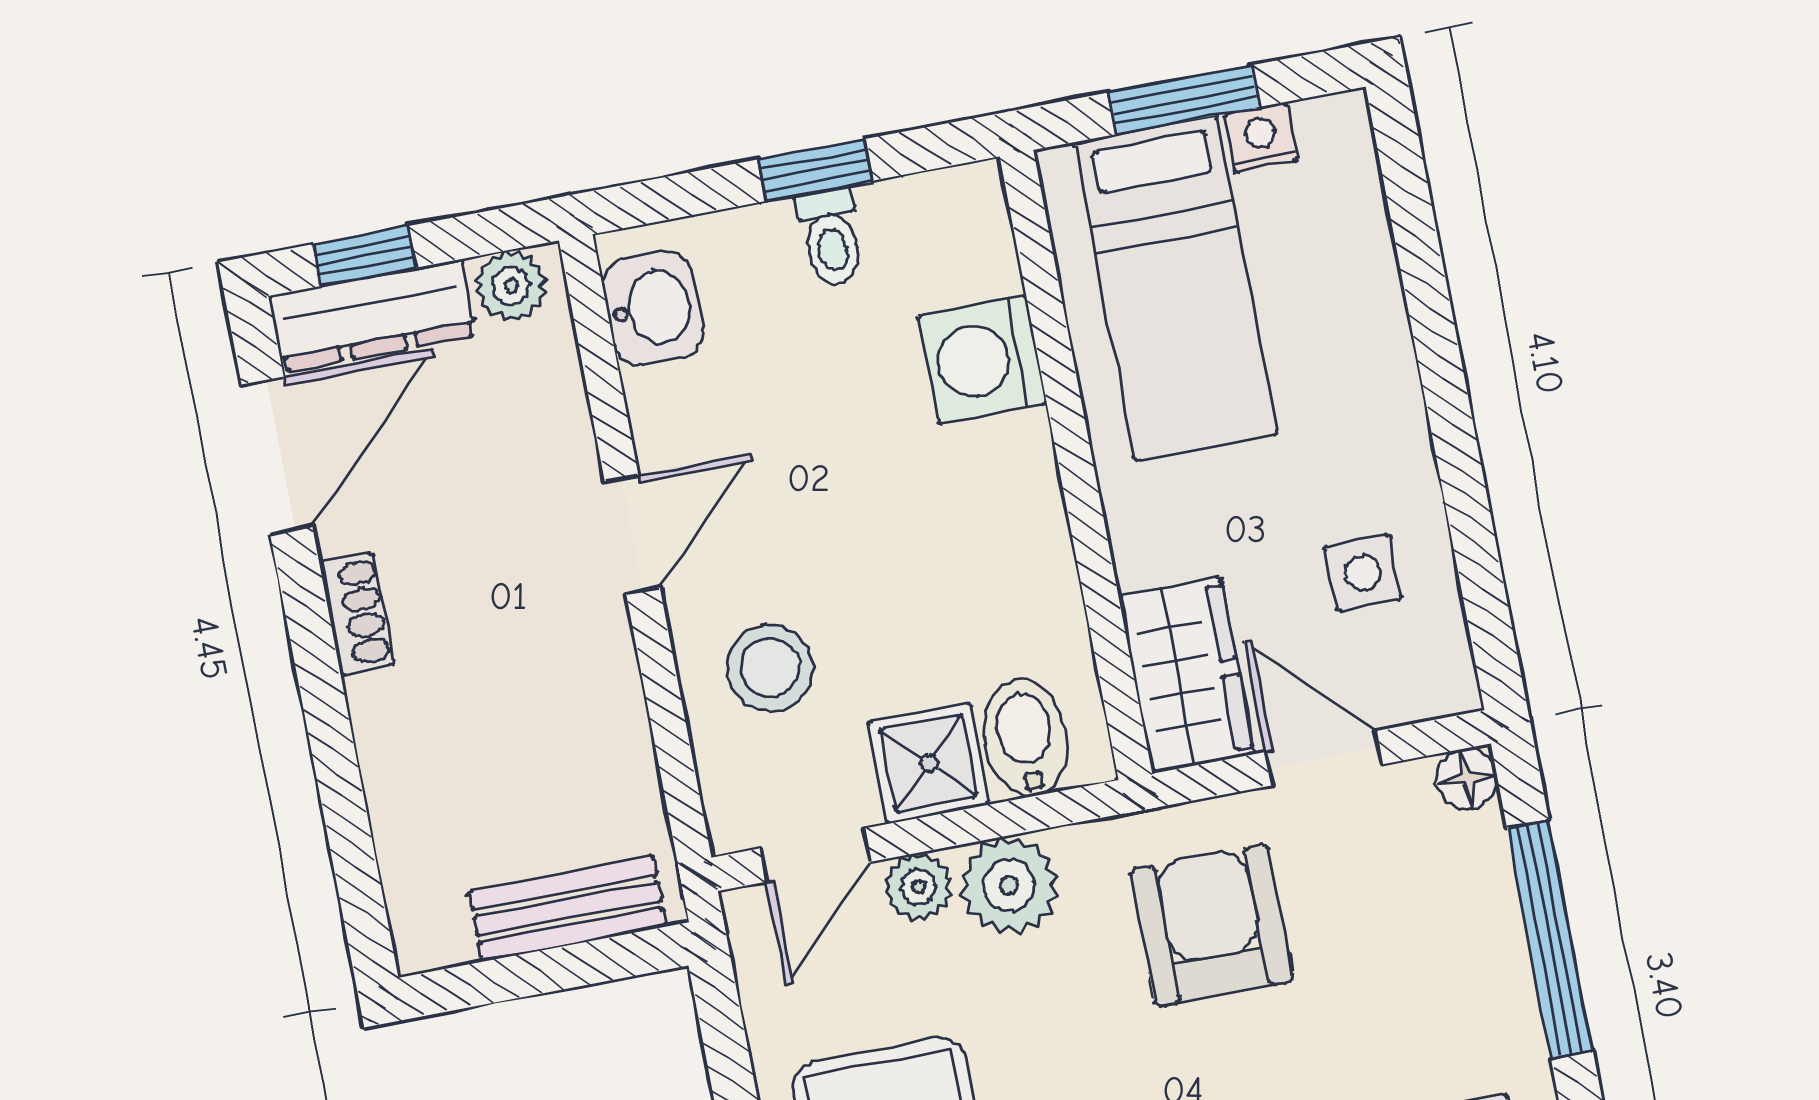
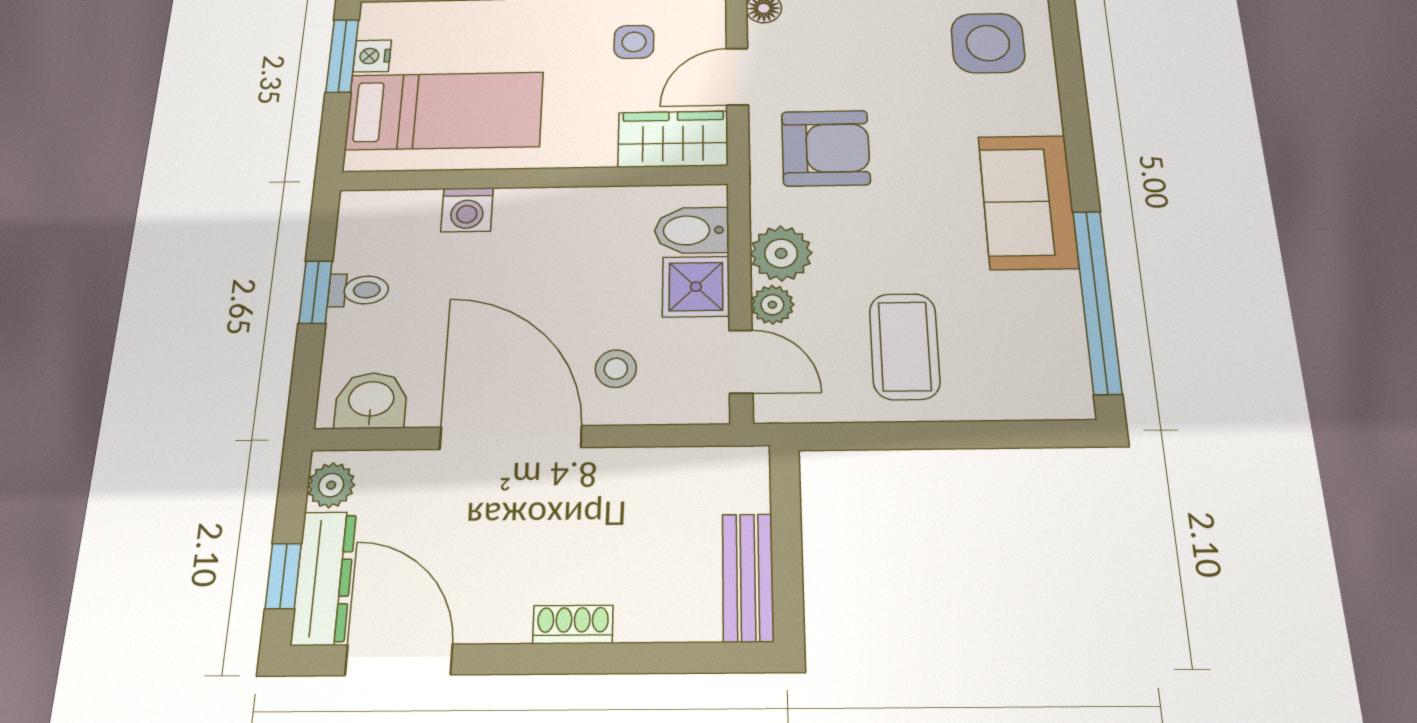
window: (1184, 100) -> (342, 56), moved
washing machine: (982, 360) -> (467, 210), width x0.73, depth x0.73
door: (632, 534) -> (511, 437), width x1.87
shoe rack: (357, 613) -> (573, 624), moved
stool: (770, 668) -> (616, 369), width x0.73, depth x0.73
bench: (567, 909) -> (748, 577), moved
armchair: (1212, 925) -> (826, 148), turned 180

